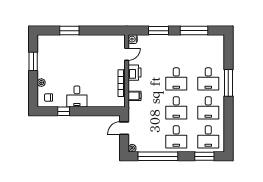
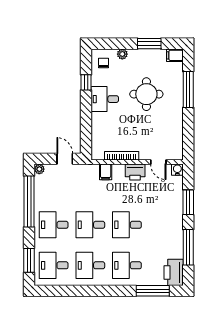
window: (69, 31) -> (188, 89), width x1.44
filing cabinet: (42, 41) -> (175, 55), added
printer: (214, 42) -> (174, 272), added
round table: (73, 64) -> (146, 94), added
window: (228, 83) -> (153, 291), moved

